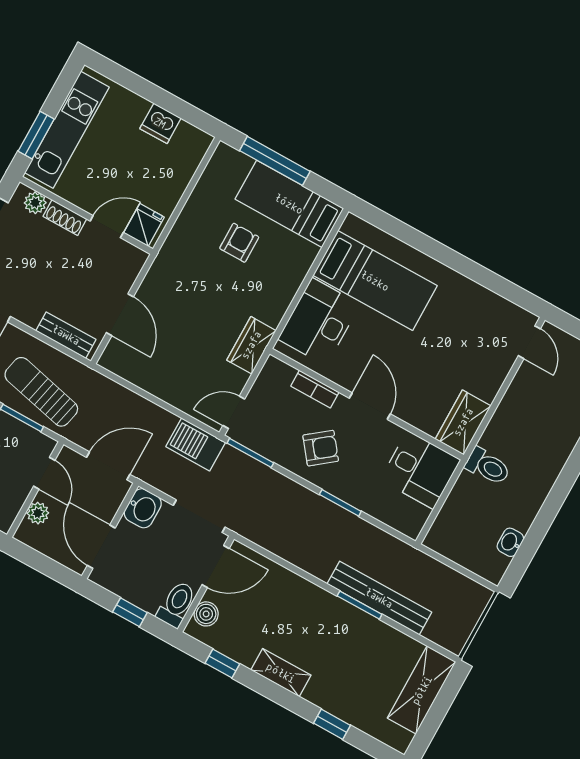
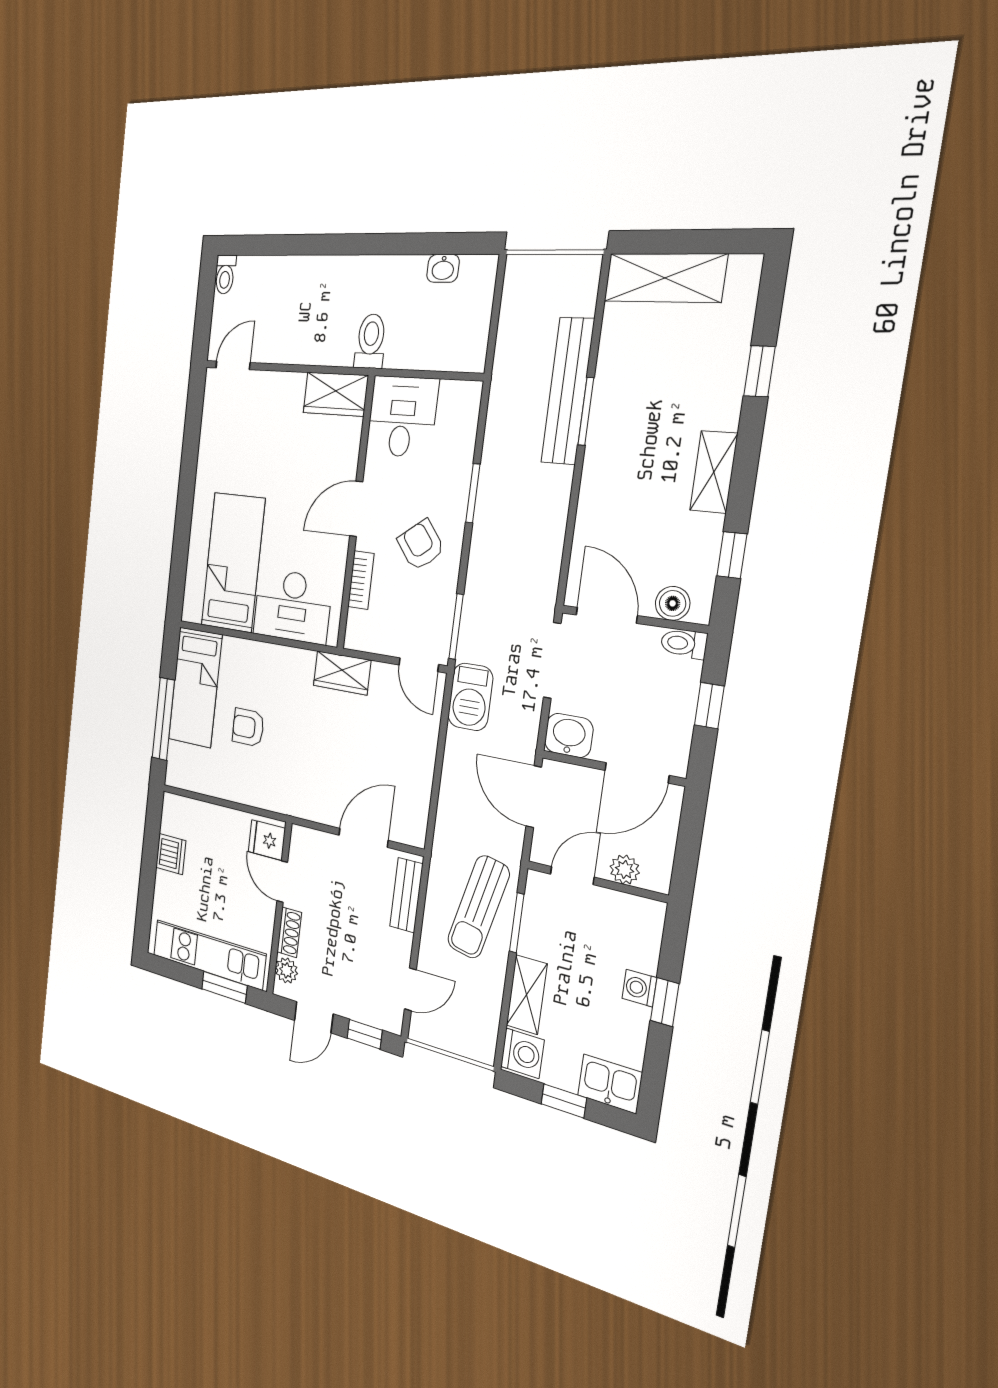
toilet: (177, 604) -> (684, 644), width x0.73, depth x0.72

